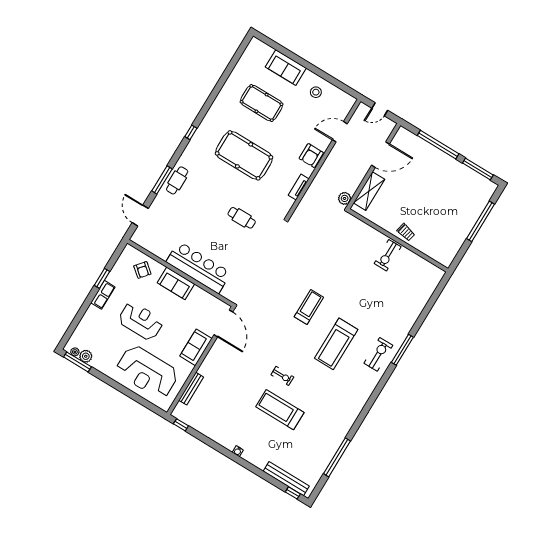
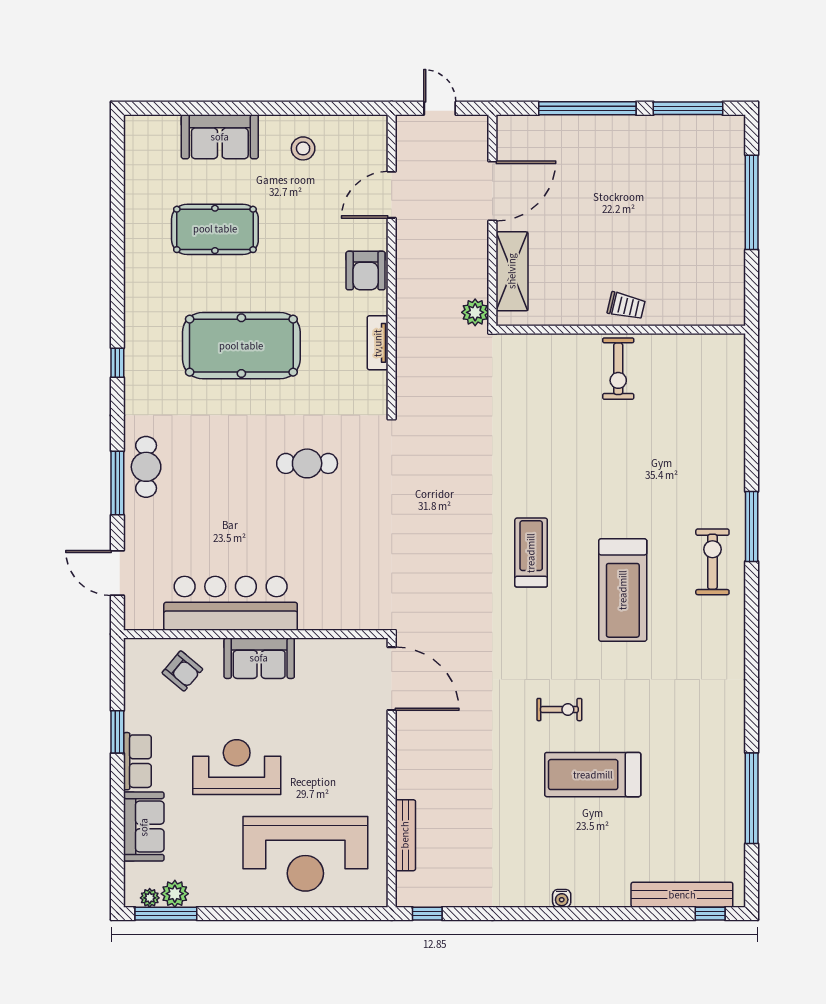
door: (380, 109) -> (440, 108), swing flipped
bar counter: (199, 267) -> (231, 603), moved
sofa: (196, 347) -> (144, 827), moved, turned 180

